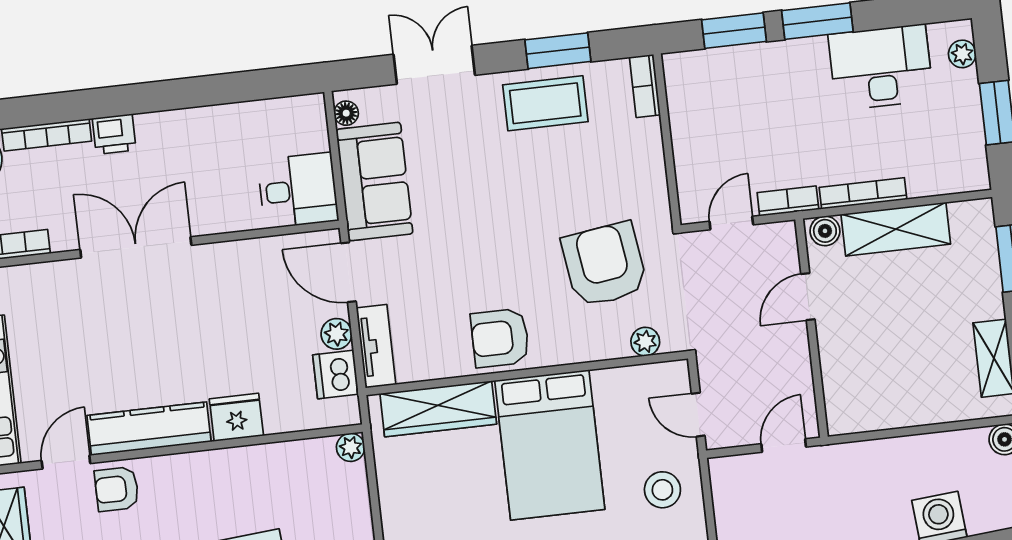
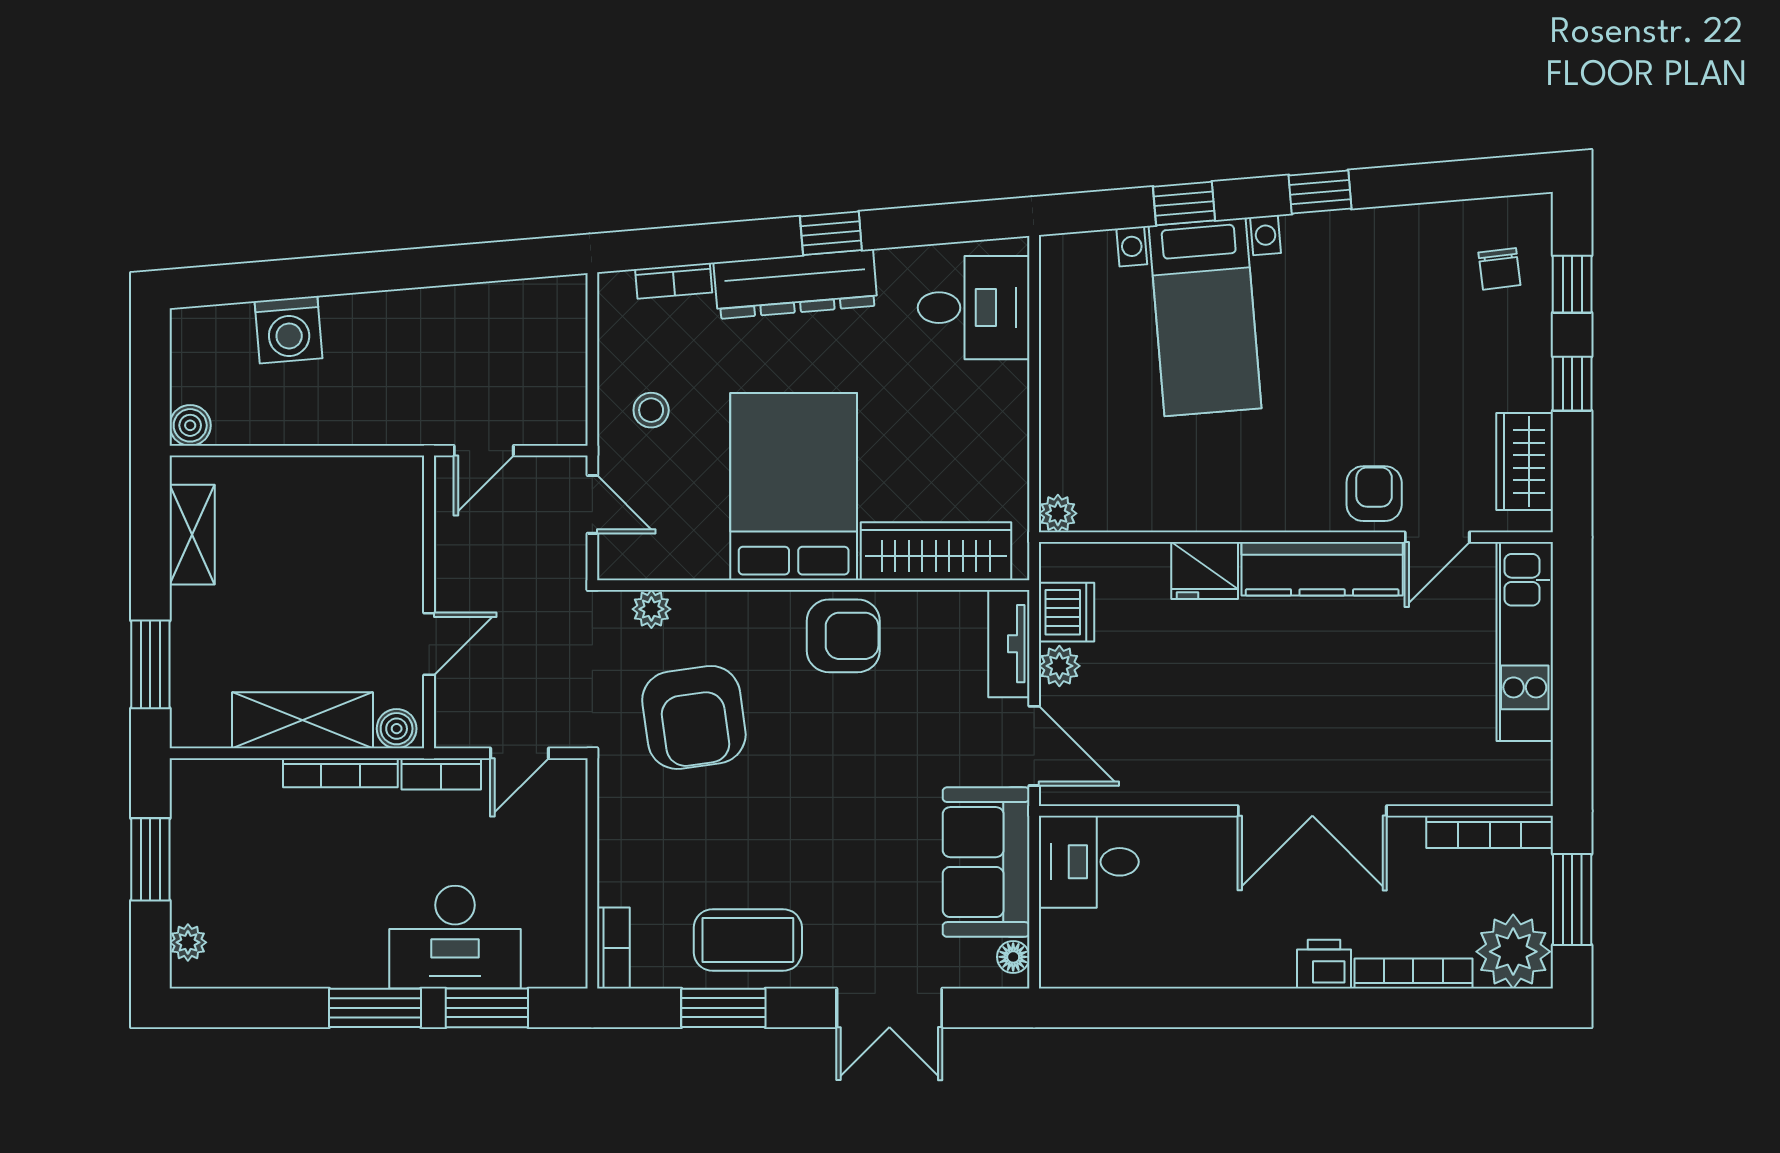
desk: (881, 67) -> (455, 937), moved
armchair: (117, 489) -> (1374, 494), turned -90
stool: (662, 490) -> (651, 410), width x0.73, depth x0.73

